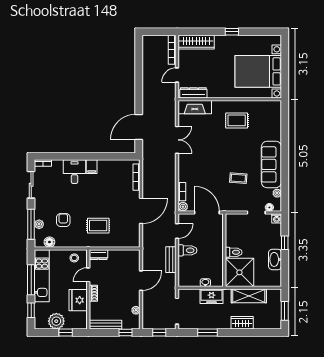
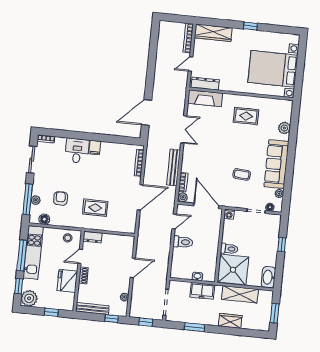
plant: (275, 128) -> (284, 128), added
washing machine: (277, 218) -> (229, 214), moved
washbasin: (275, 259) -> (268, 277), moved
bench: (171, 260) -> (174, 167), moved, width x1.36
plant: (56, 321) -> (29, 298), moved

